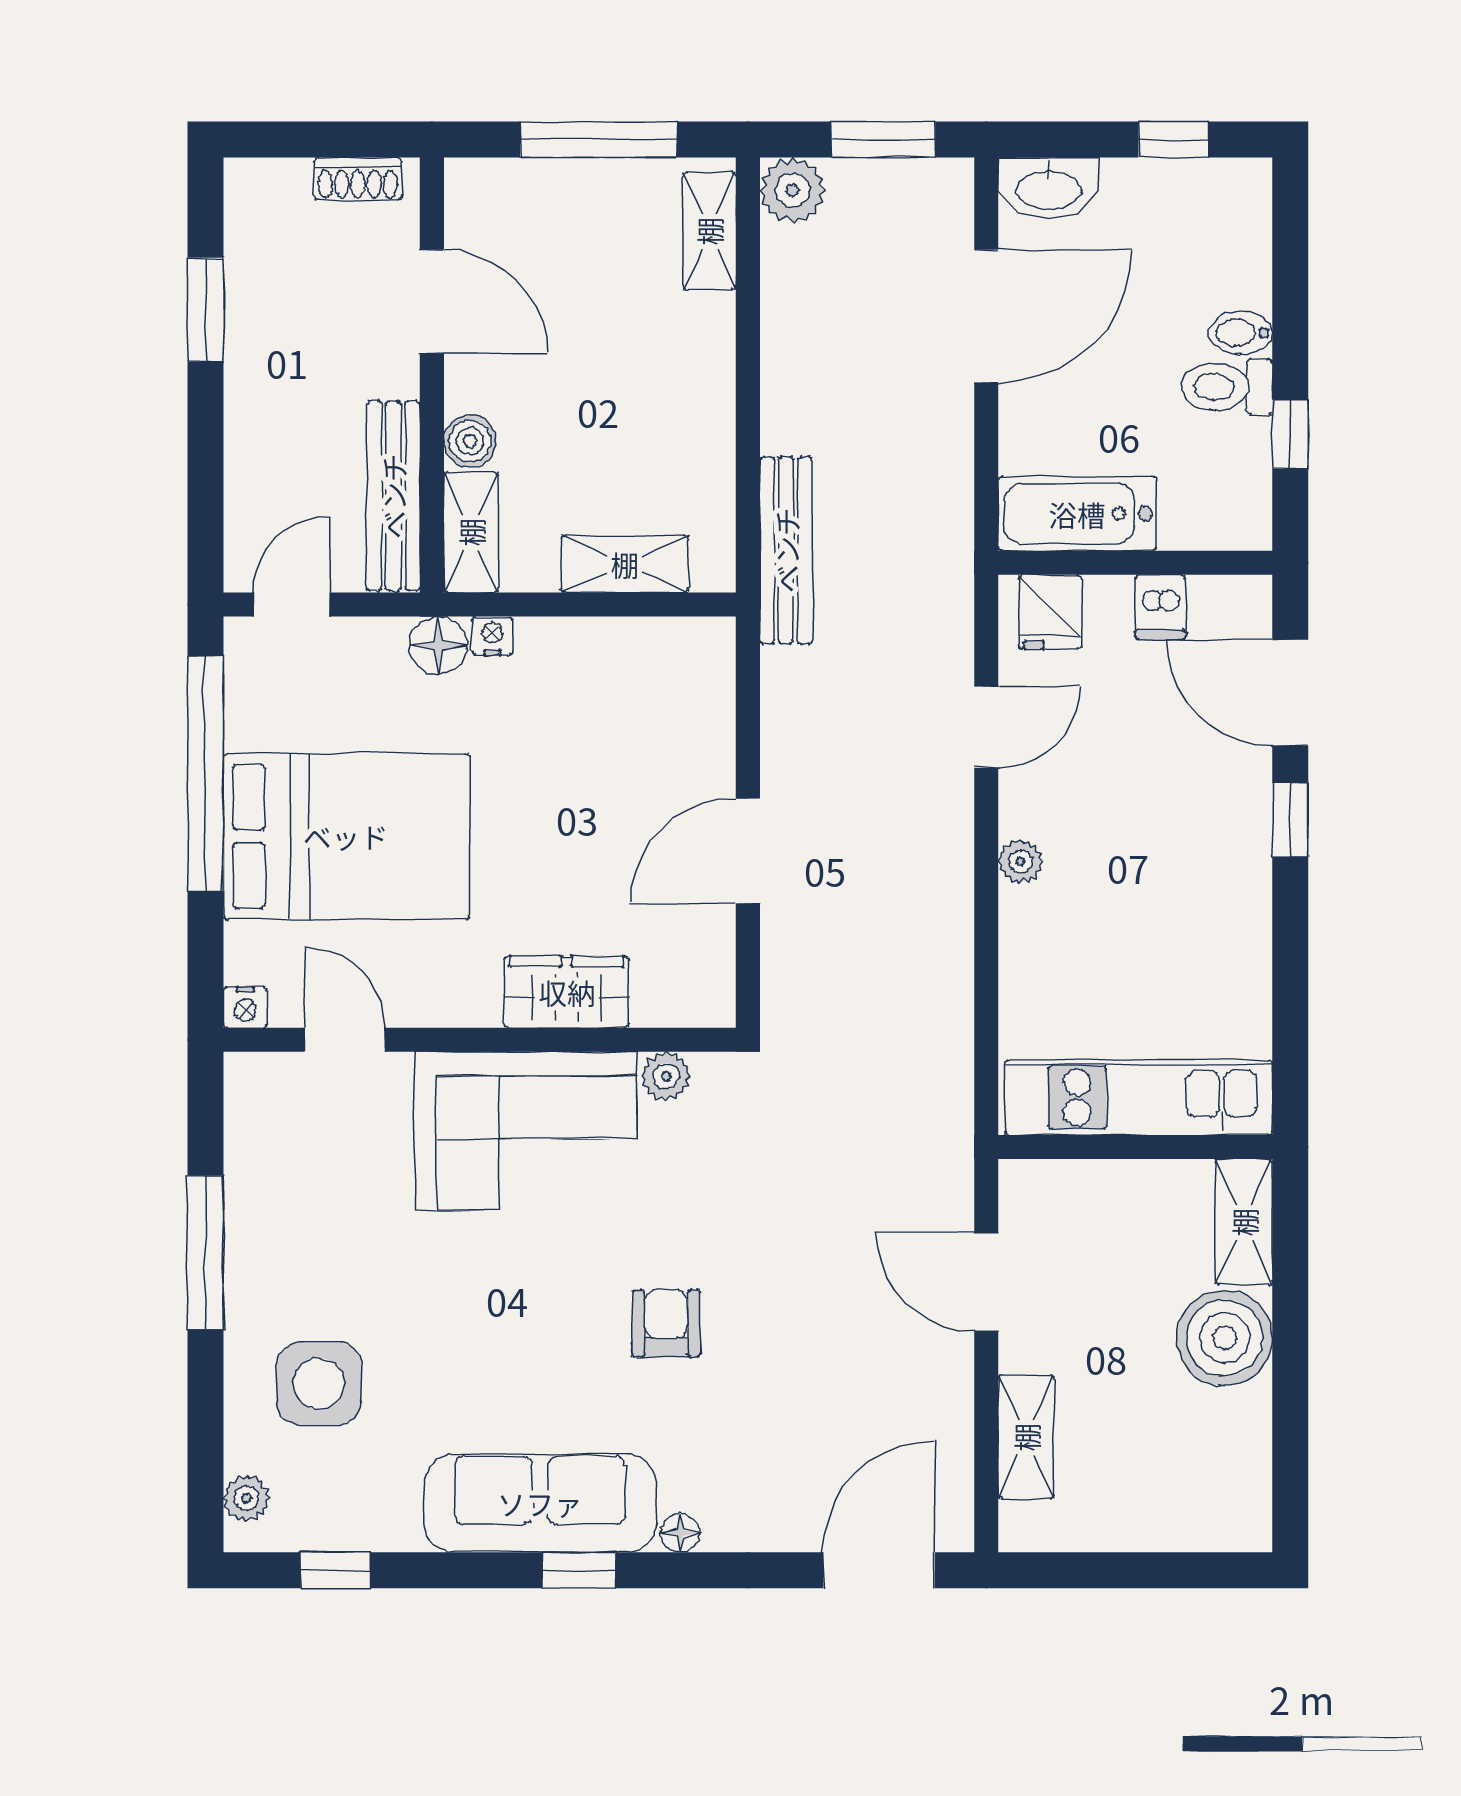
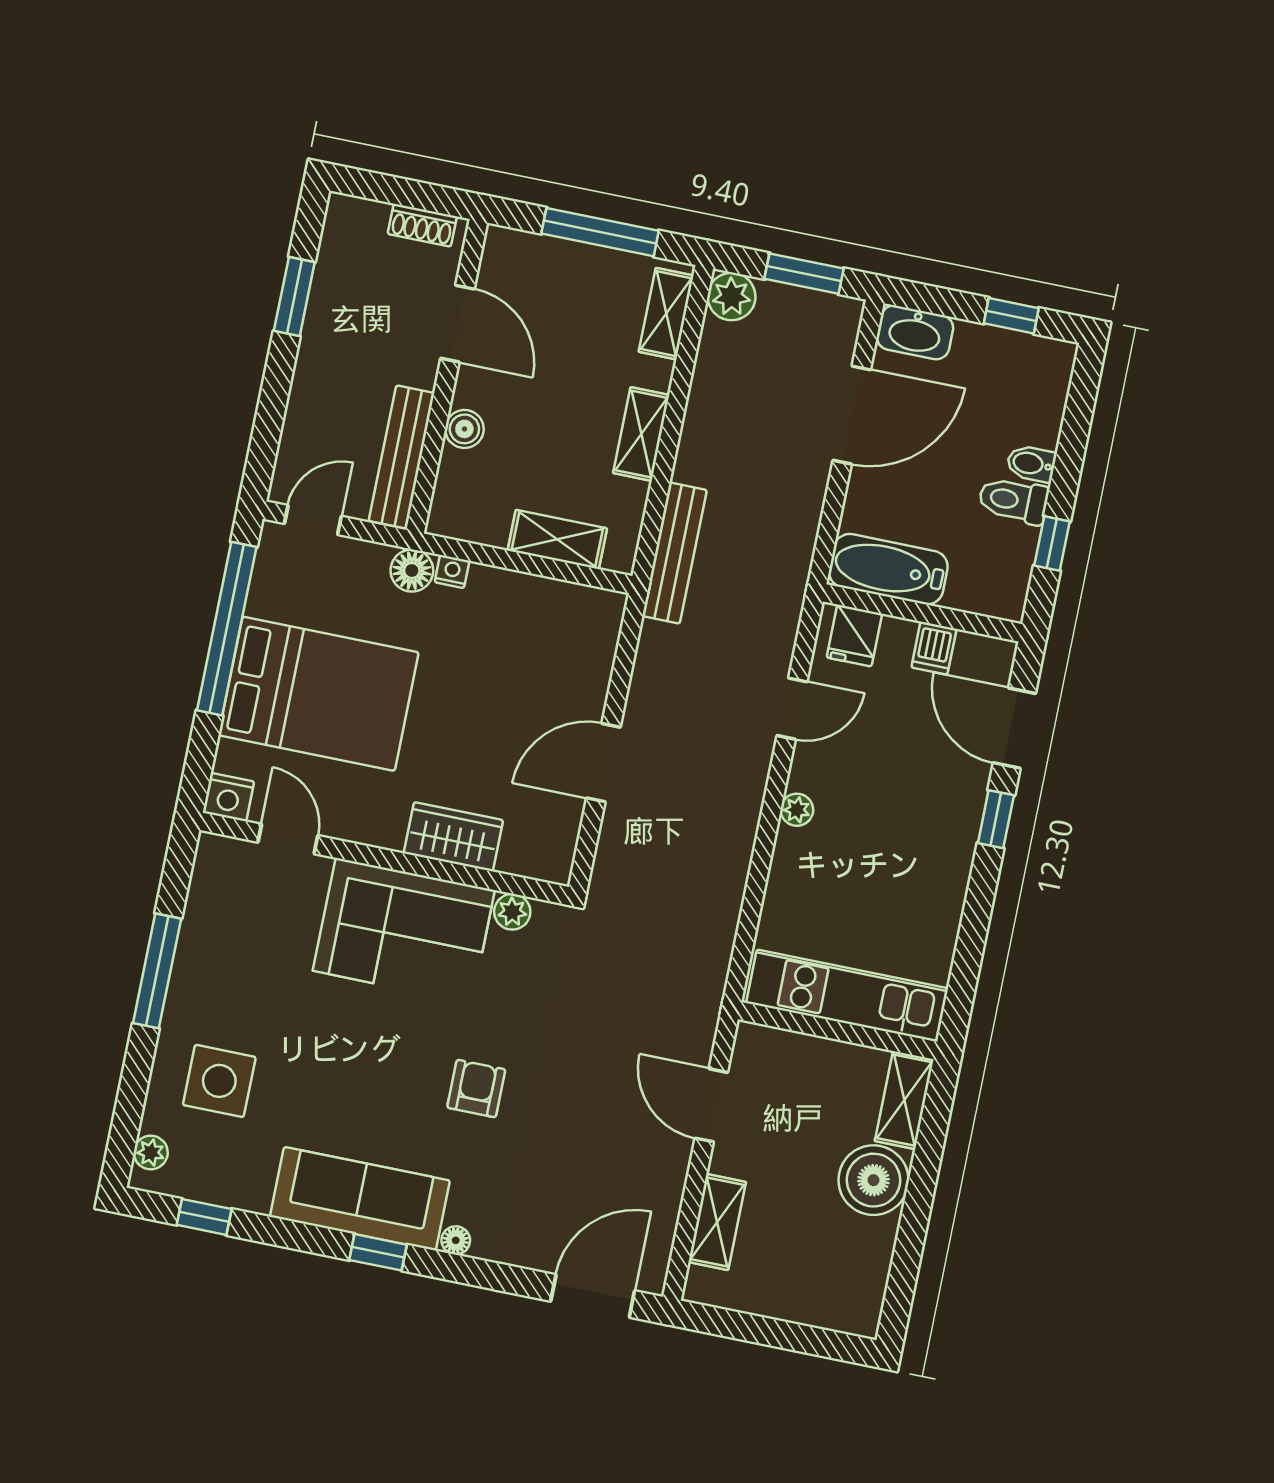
shelving: (471, 532) -> (641, 434), moved
nightstand: (245, 1007) -> (228, 797), width x1.39, depth x1.35

